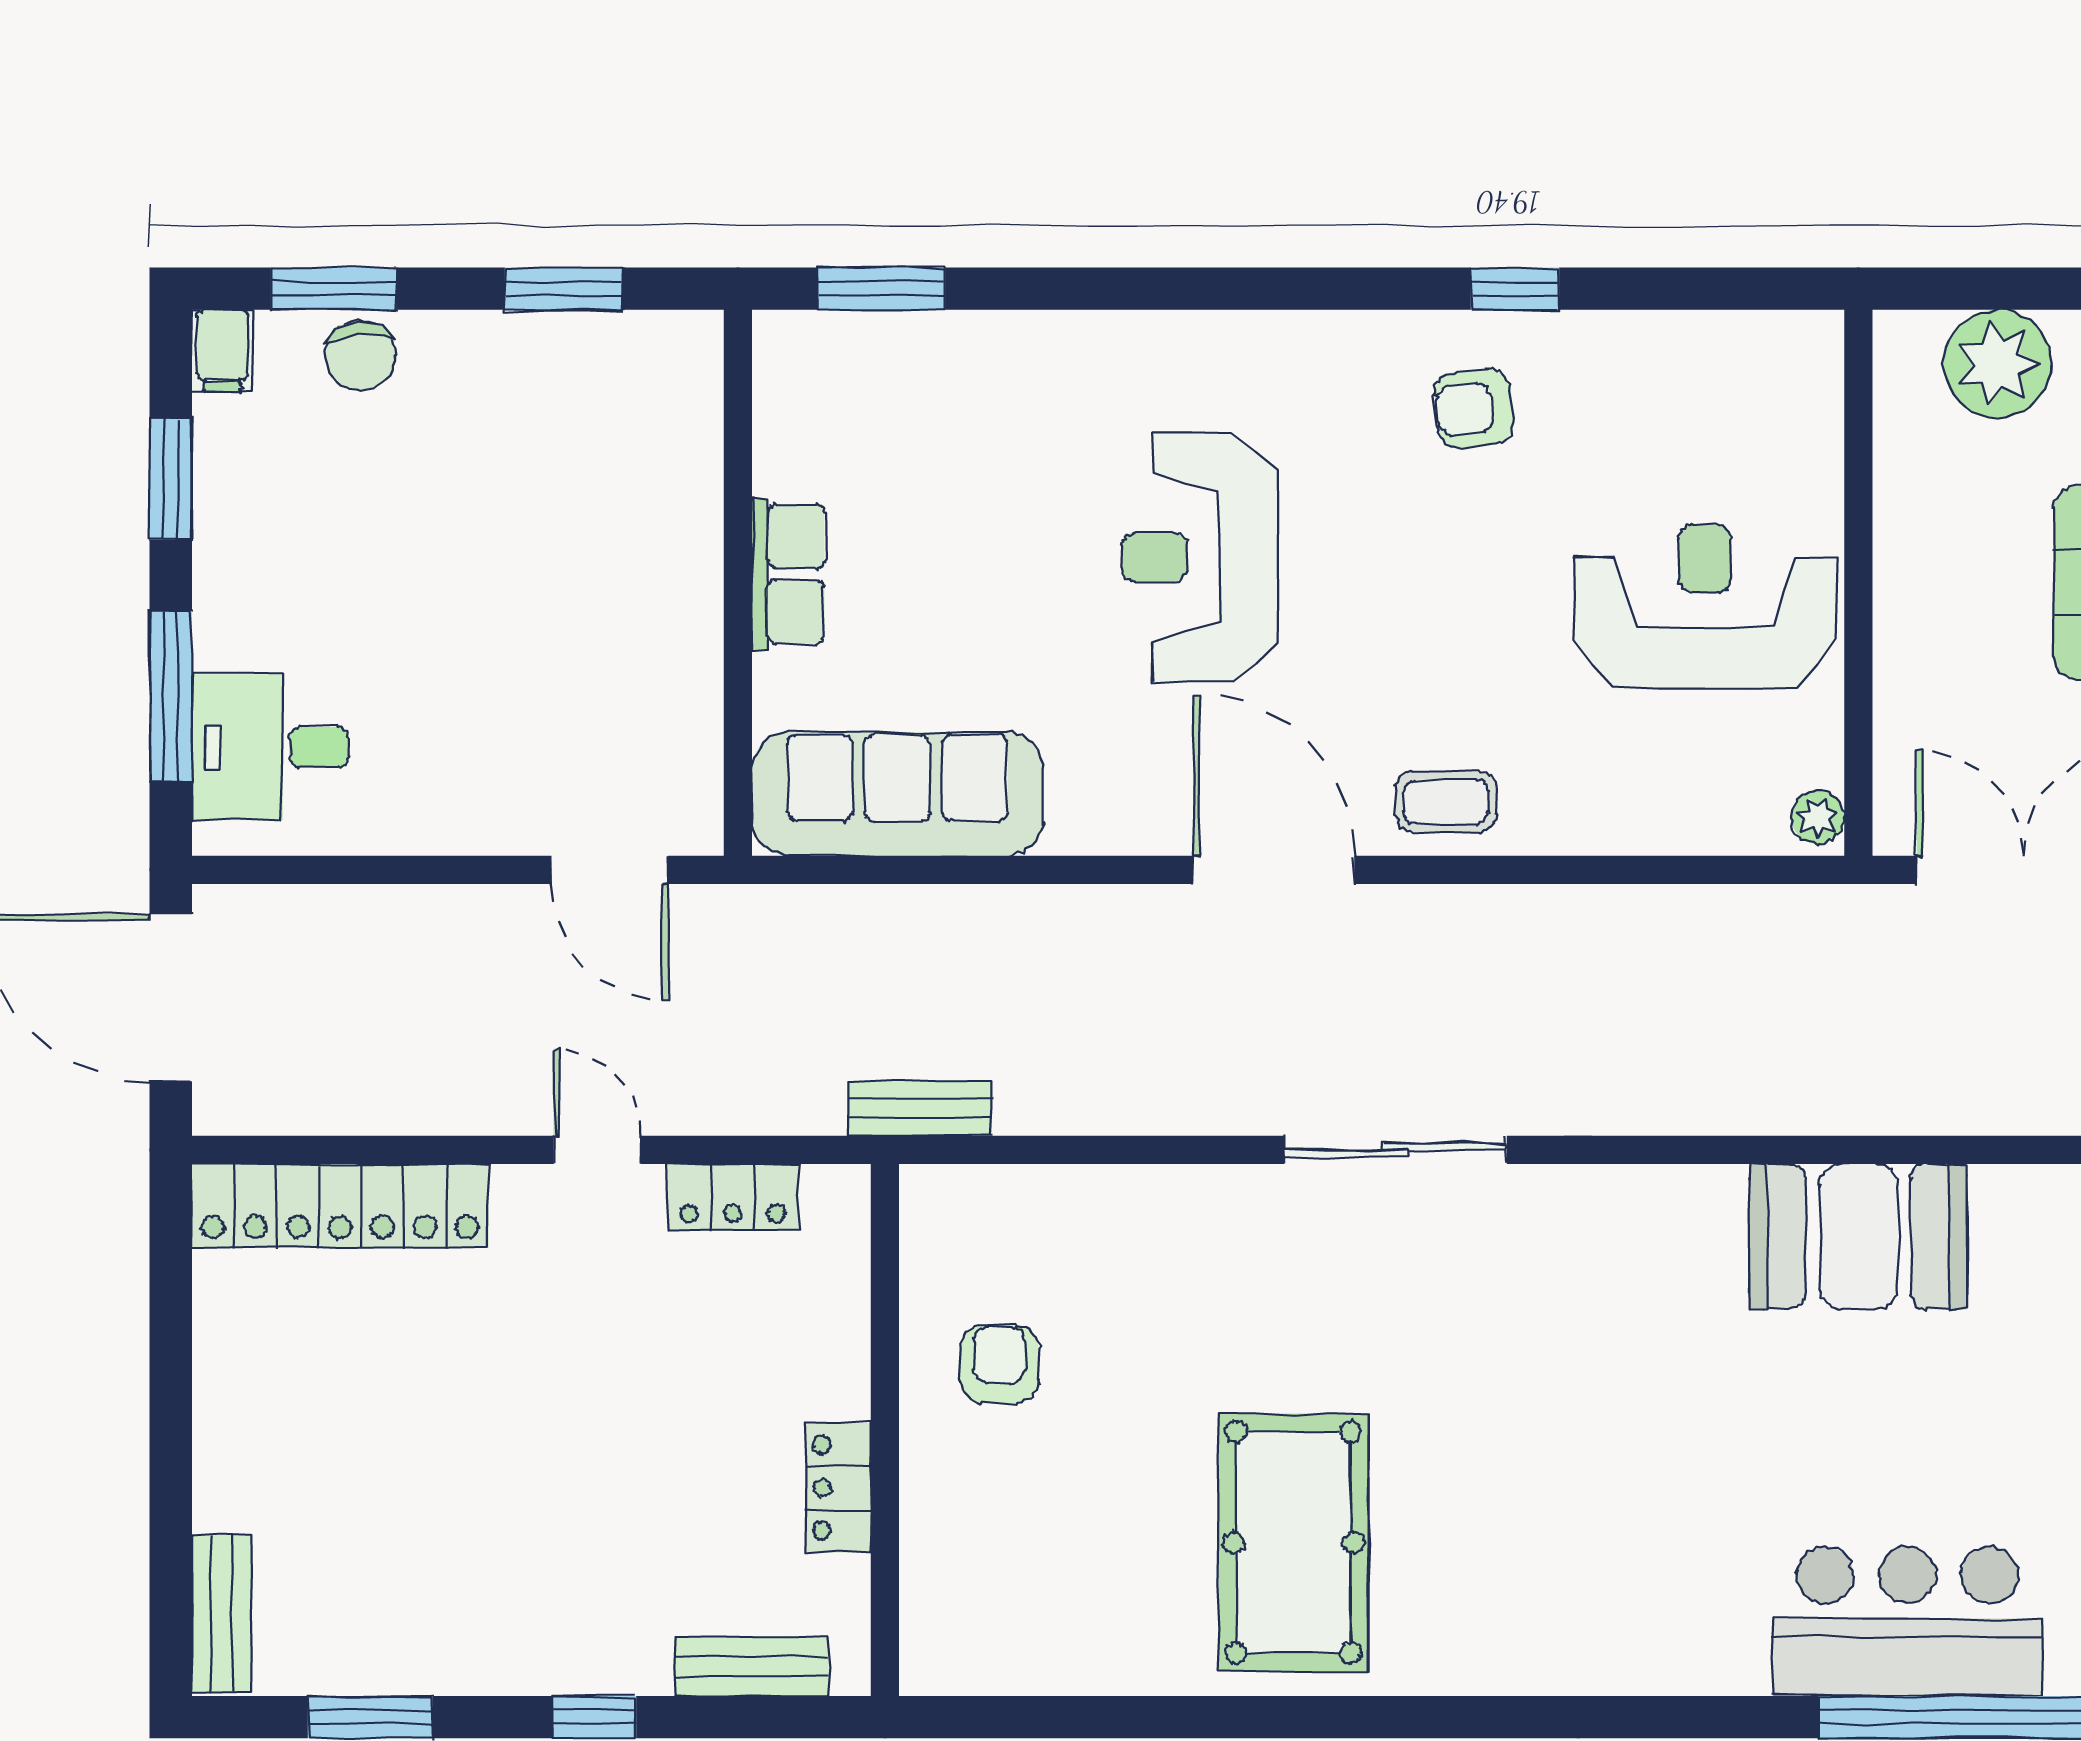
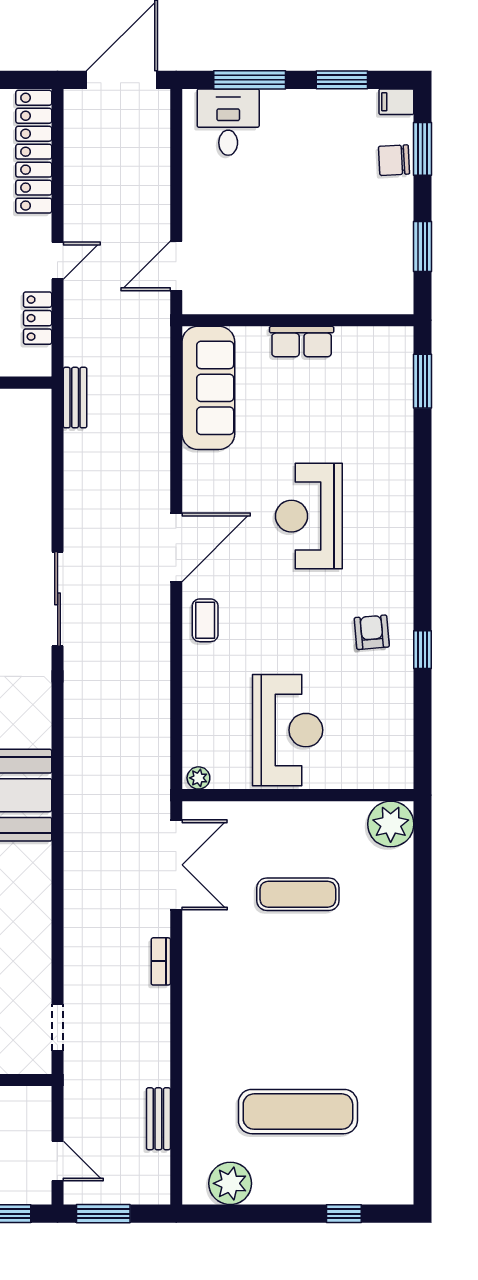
plant: (1998, 364) -> (391, 824), moved
reception desk: (1200, 557) -> (309, 516), turned -90

